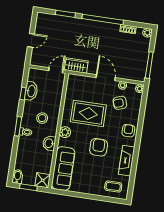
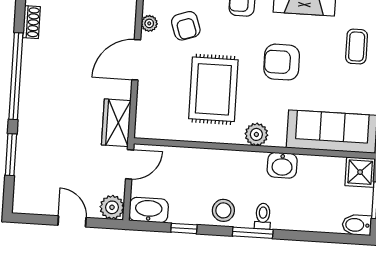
plant: (36, 60) -> (112, 207), added
door: (56, 70) -> (130, 164), swing flipped
washbasin: (31, 91) -> (149, 210), moved
stool: (42, 118) -> (223, 210), moved
coffee table: (113, 186) -> (357, 47), moved

